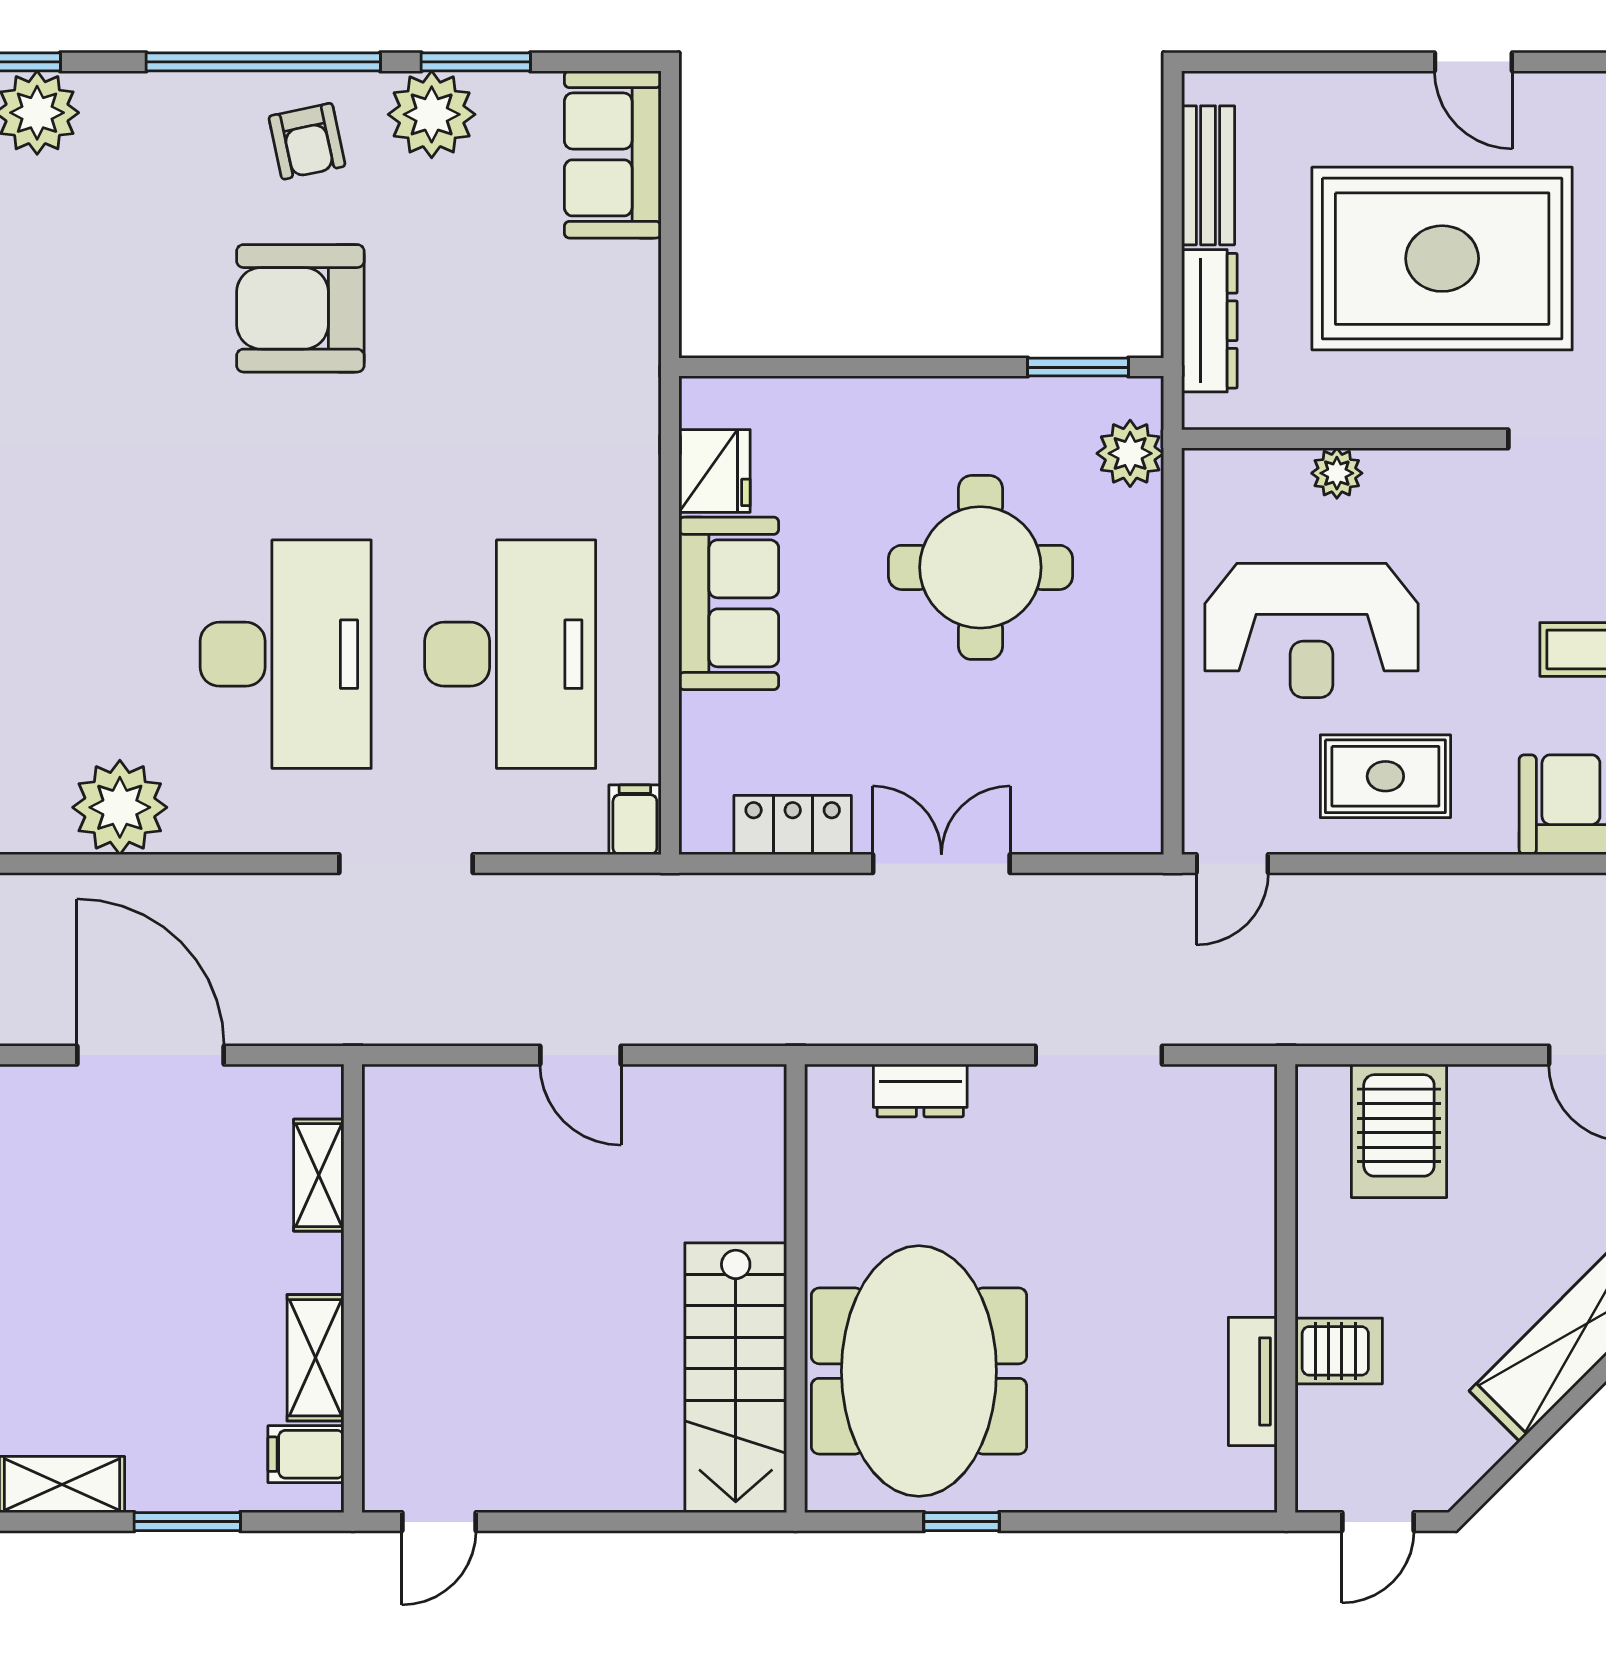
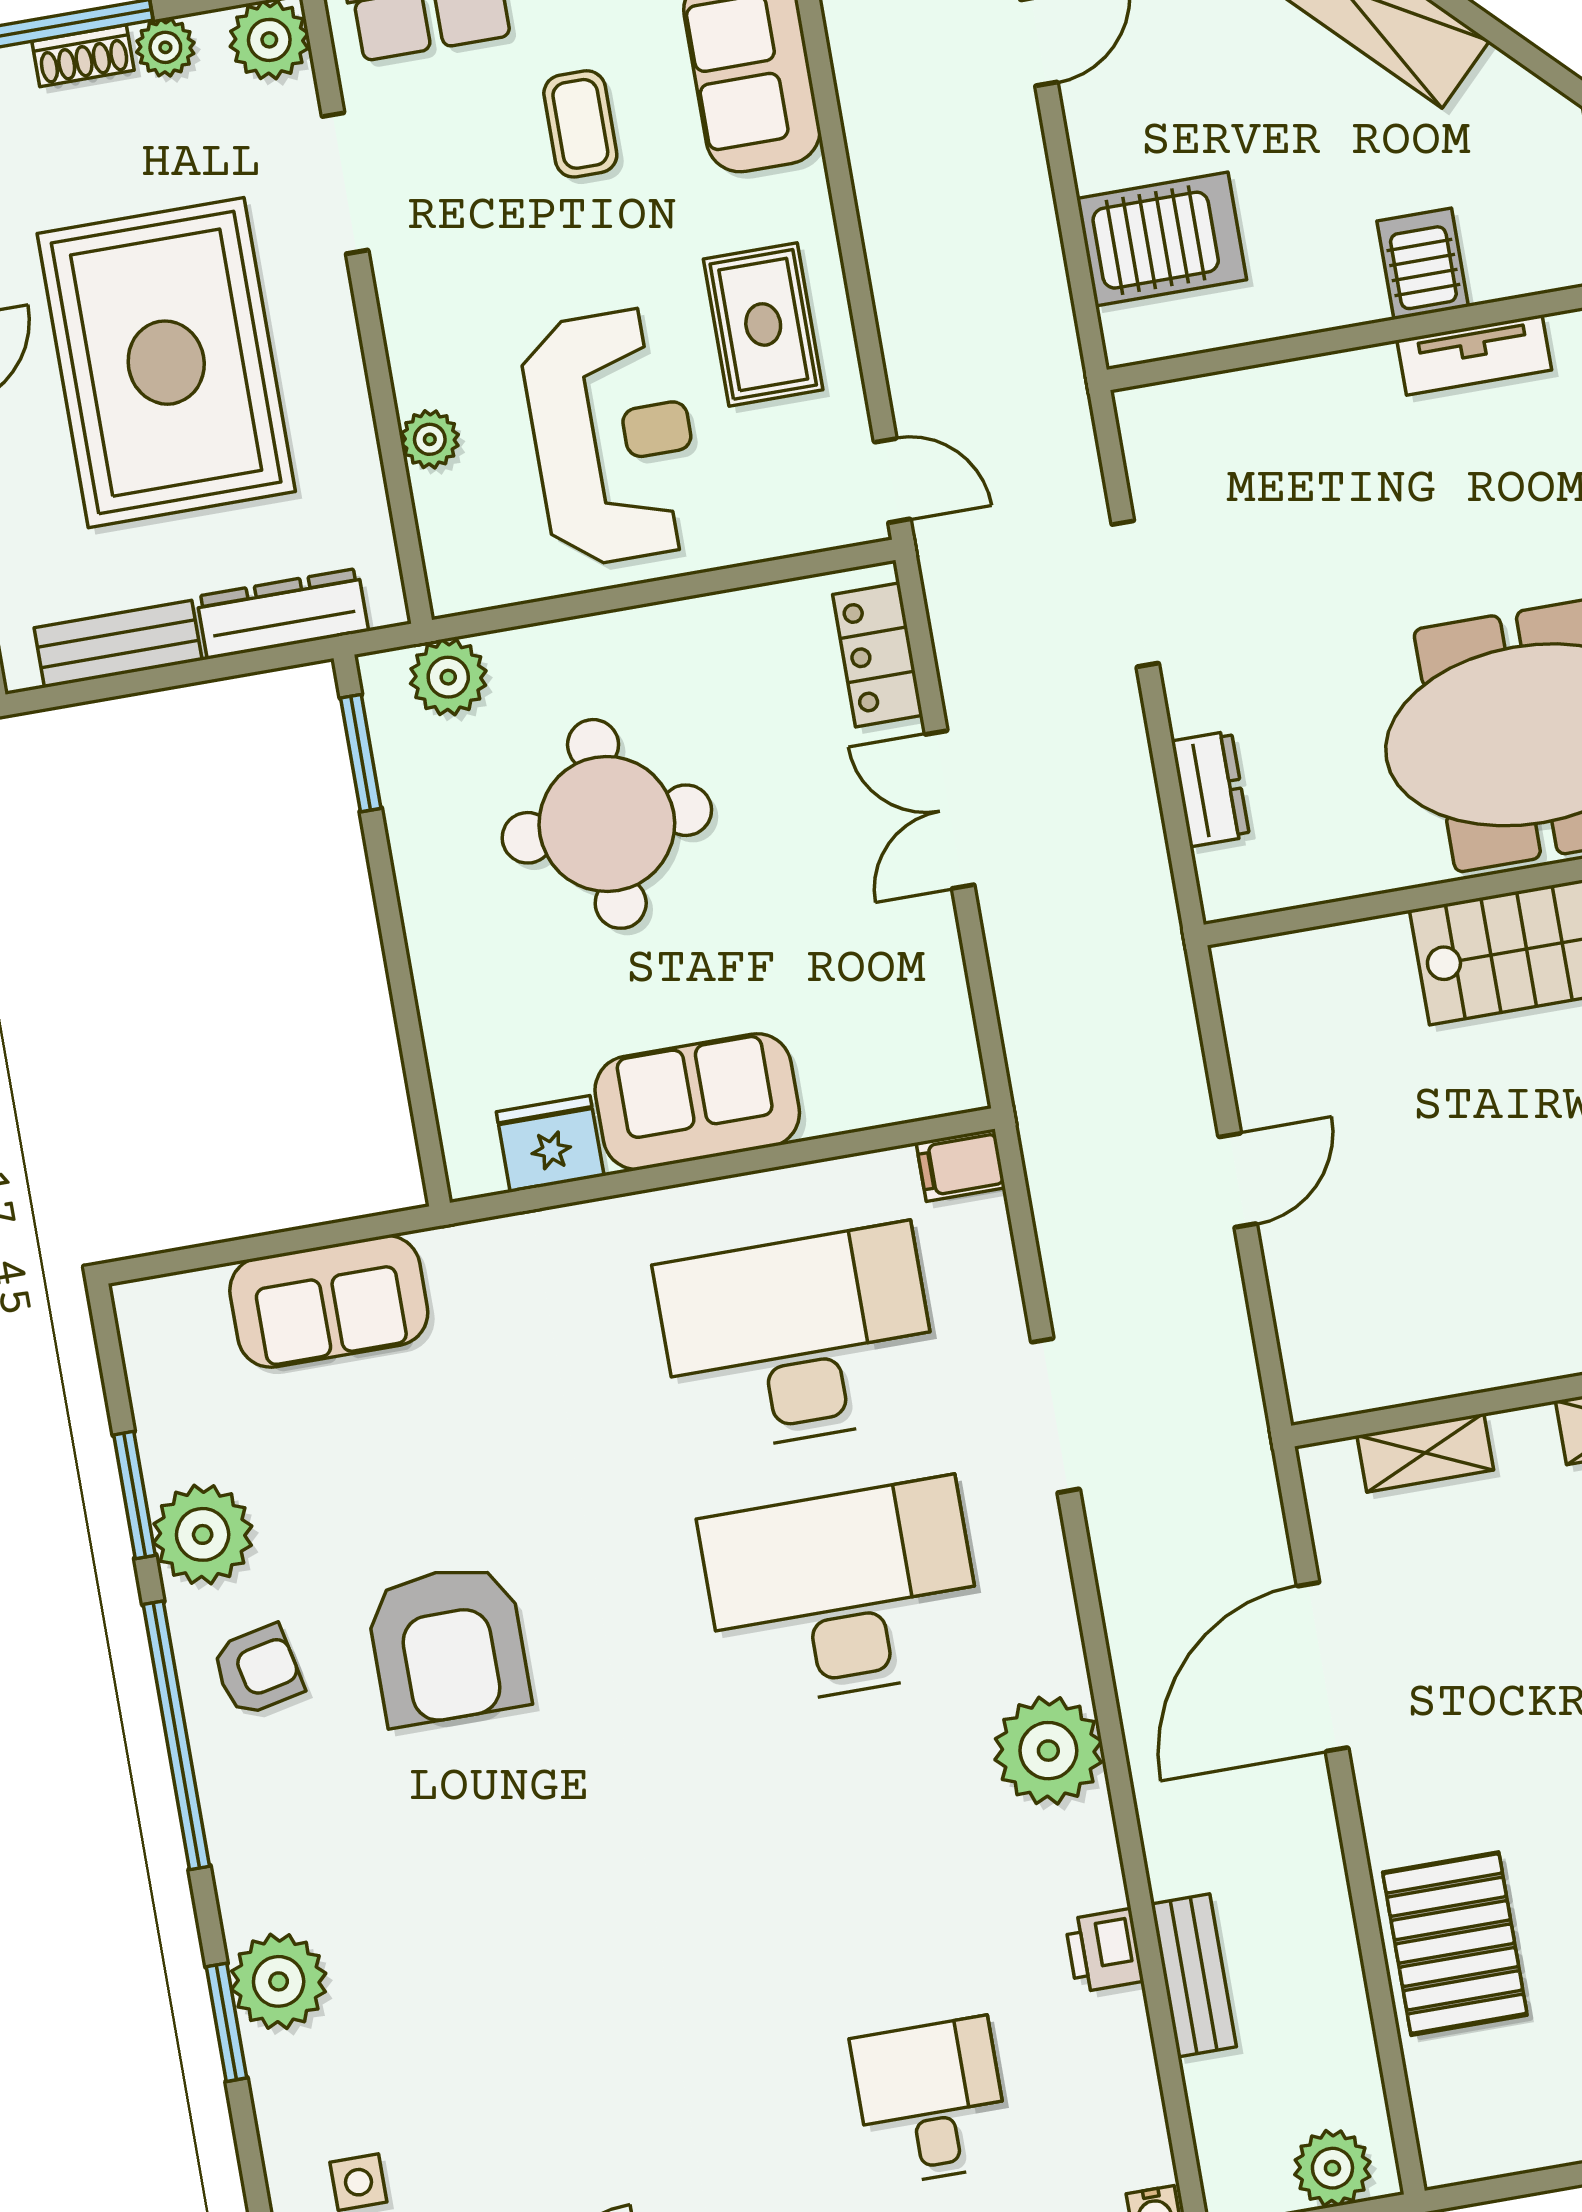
sofa: (613, 154) -> (329, 1301), moved
locker: (793, 825) -> (878, 655), moved

